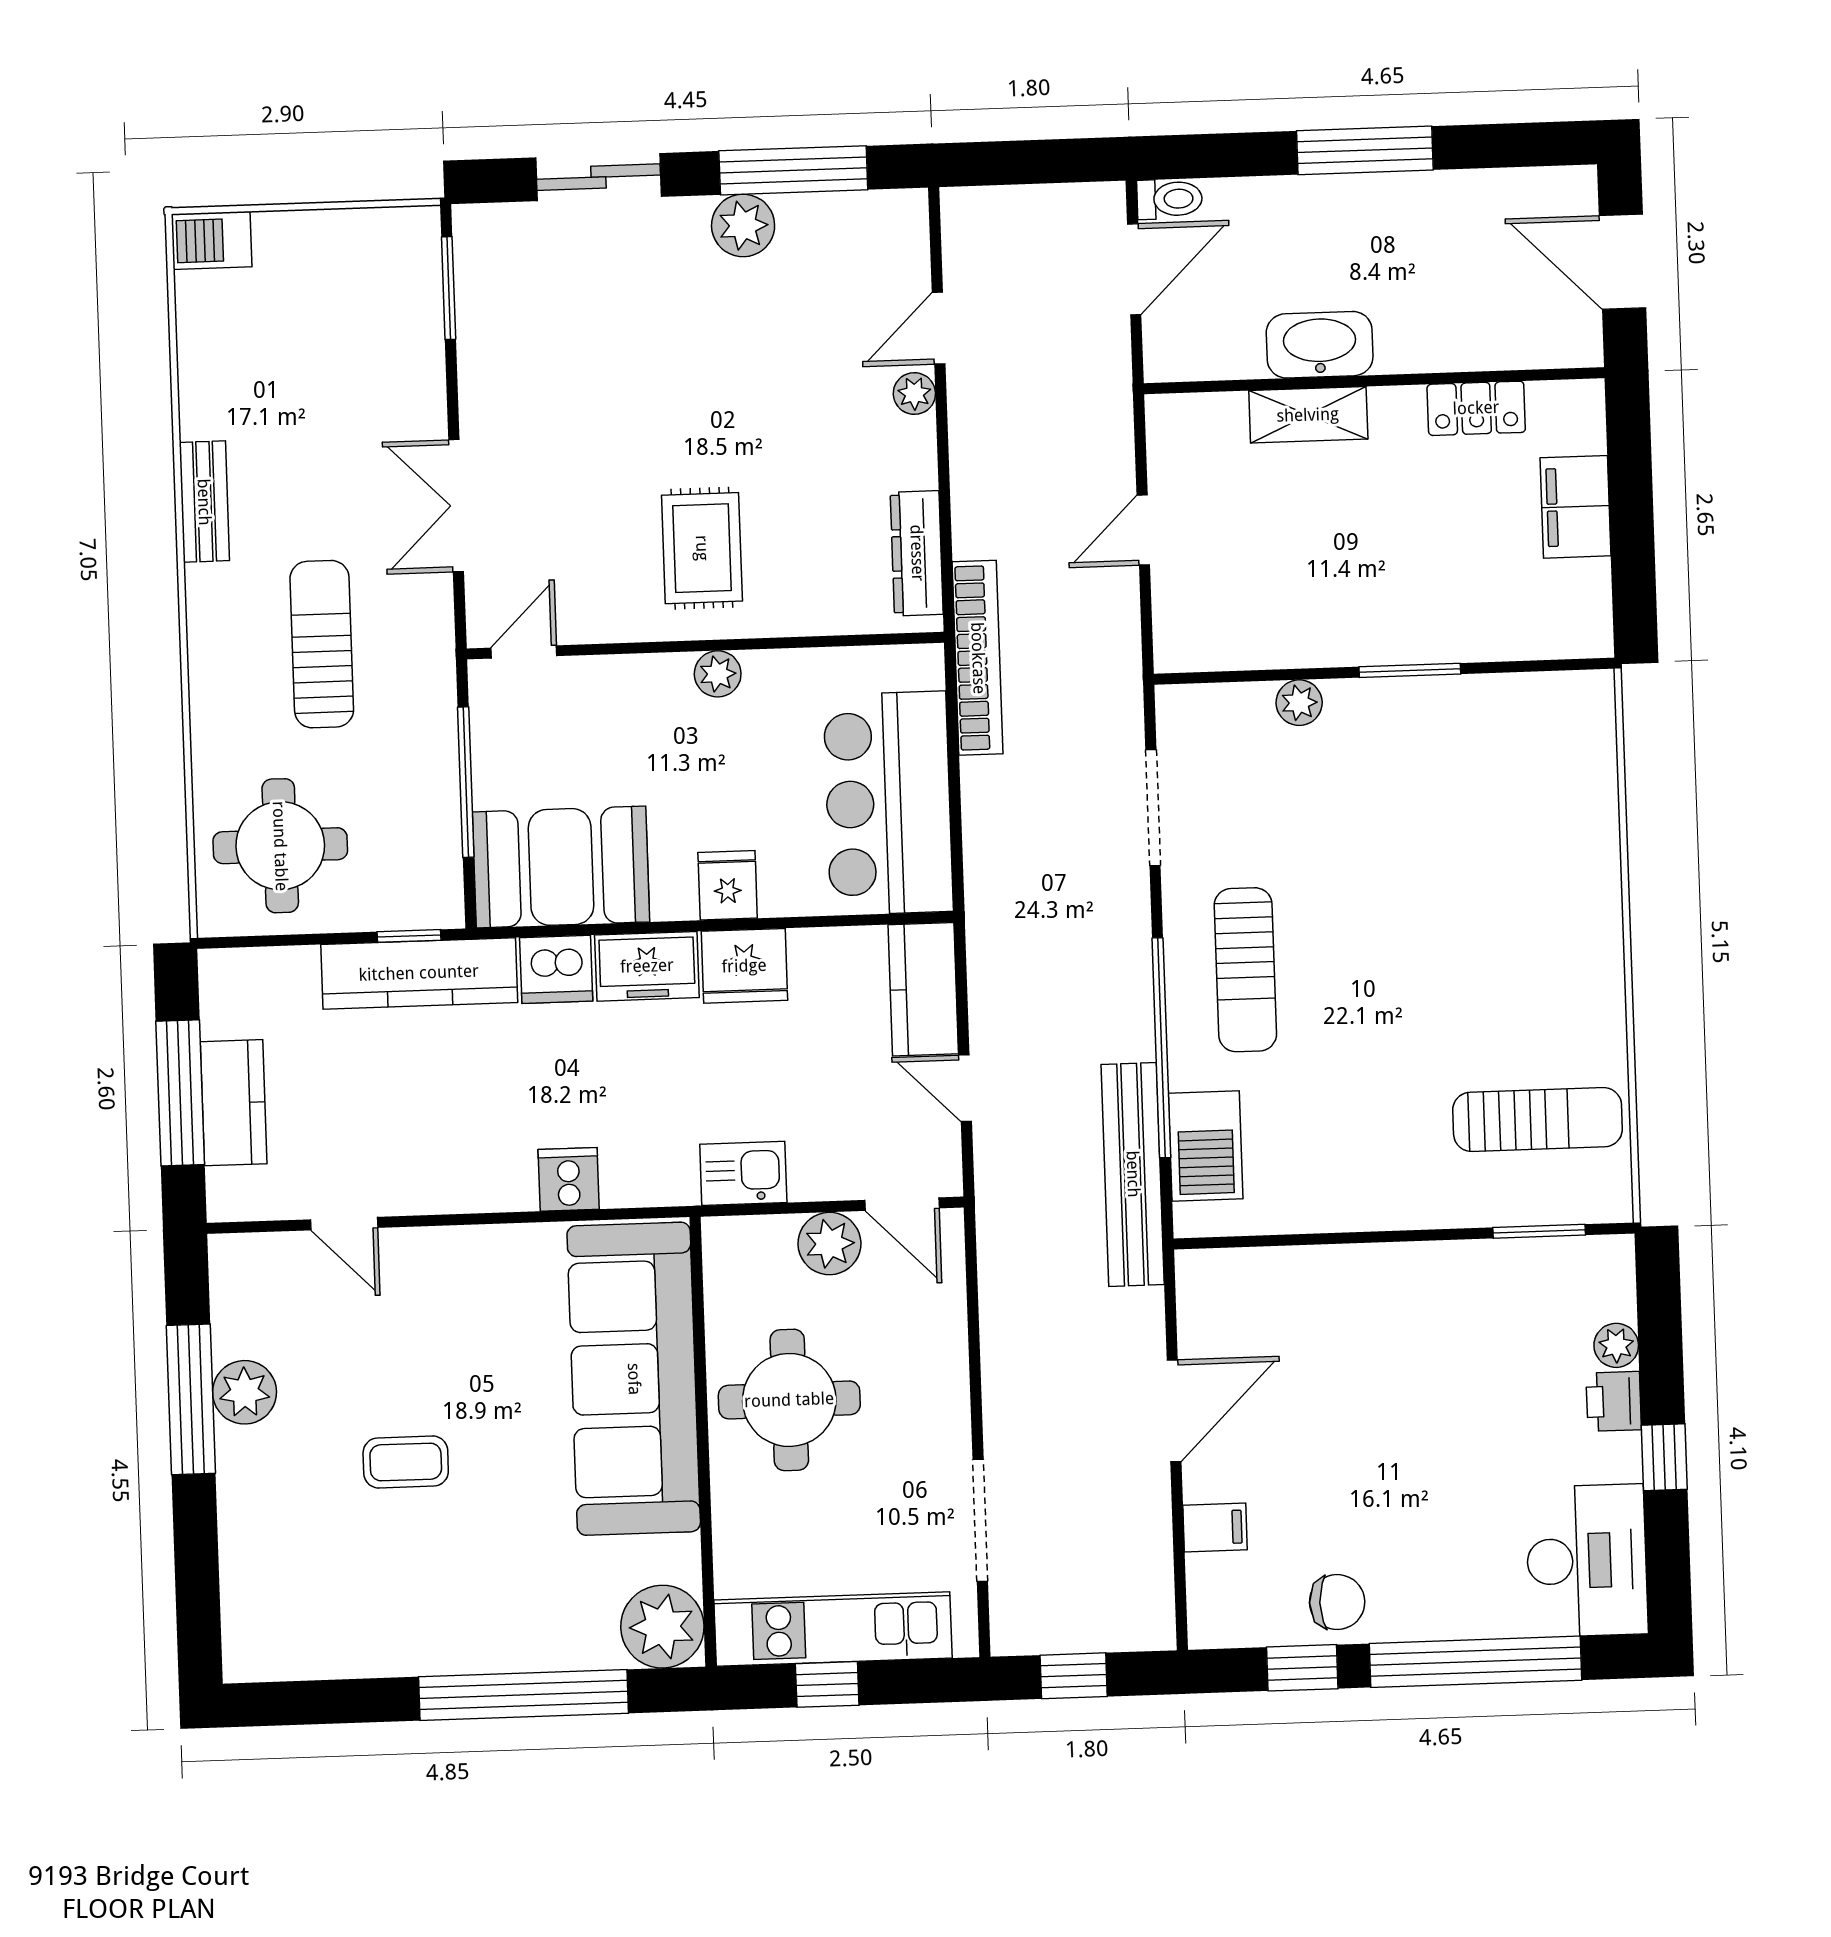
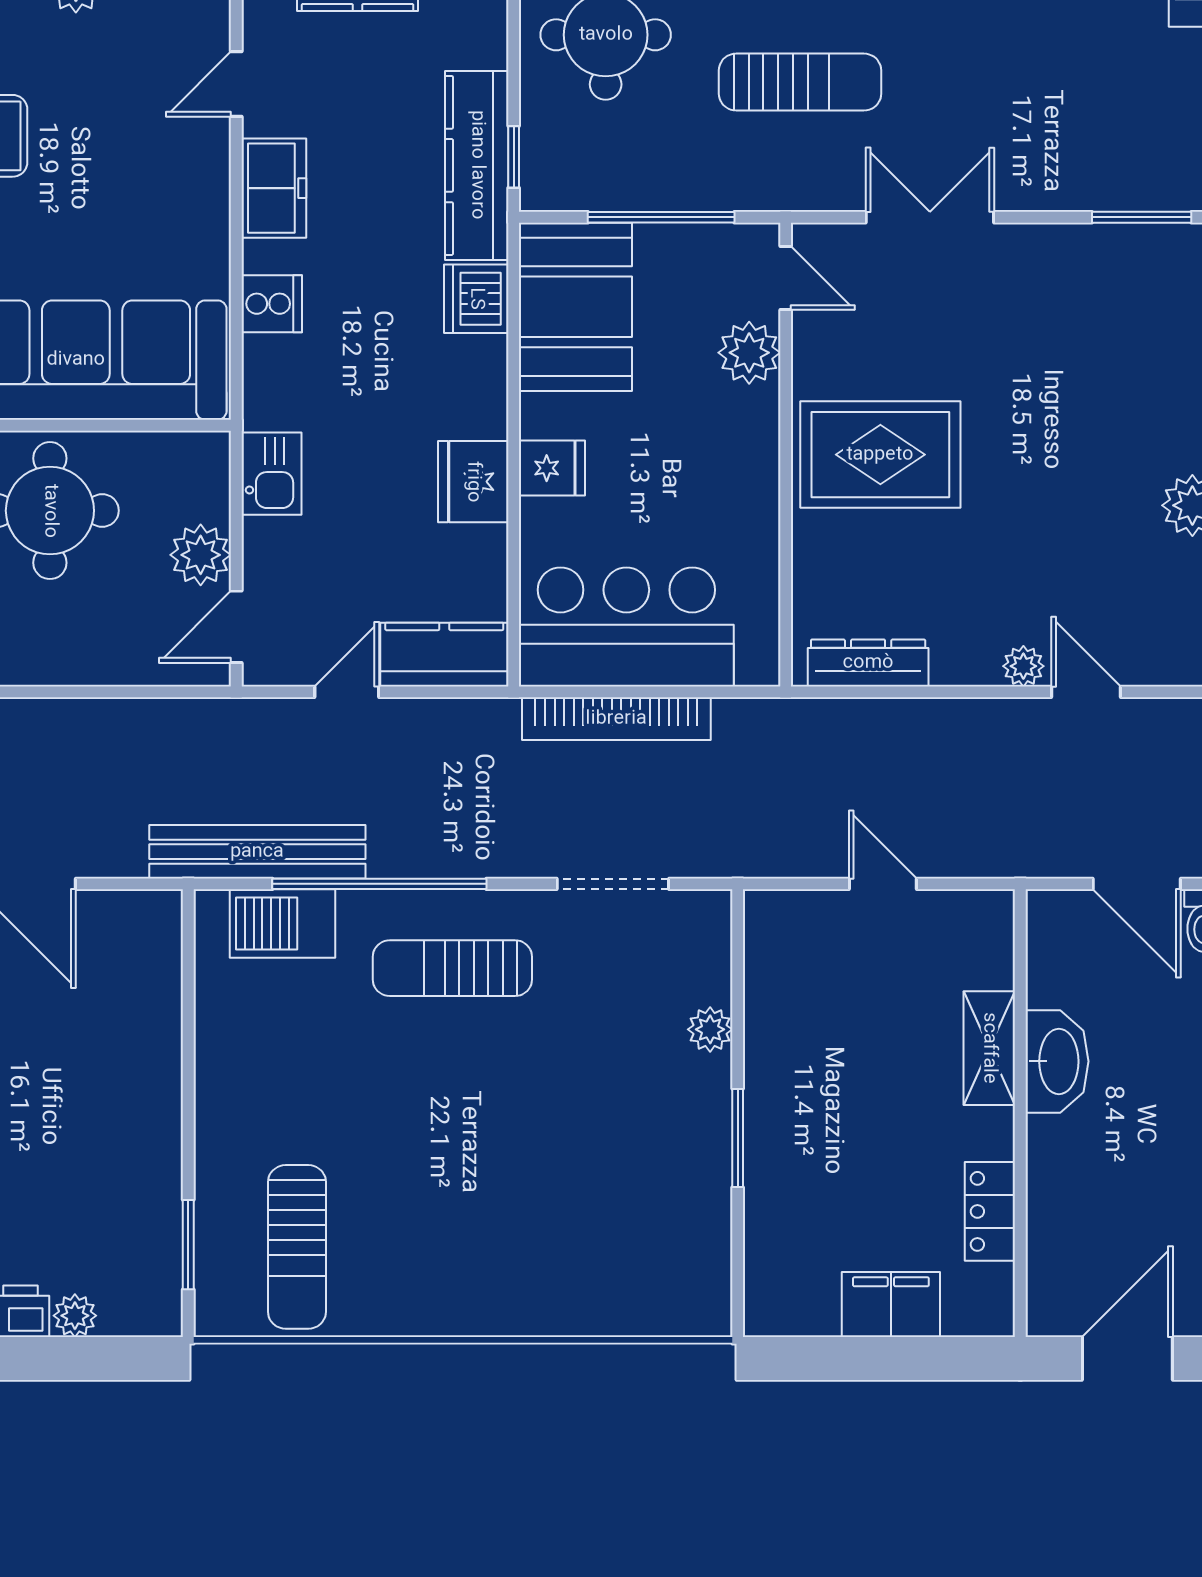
rug: (702, 548) -> (880, 455), width x1.36, depth x1.43
bookcase: (978, 658) -> (616, 719), moved
plant: (718, 674) -> (749, 353), moved, width x1.38, depth x1.38
freezer: (647, 966) -> (274, 188), moved, turned 180

